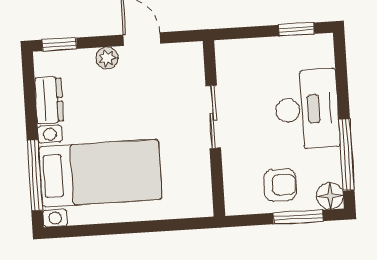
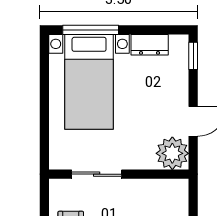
plant: (107, 58) -> (172, 153), moved, width x1.88, depth x1.88
sliding door: (213, 117) -> (97, 174), moved

